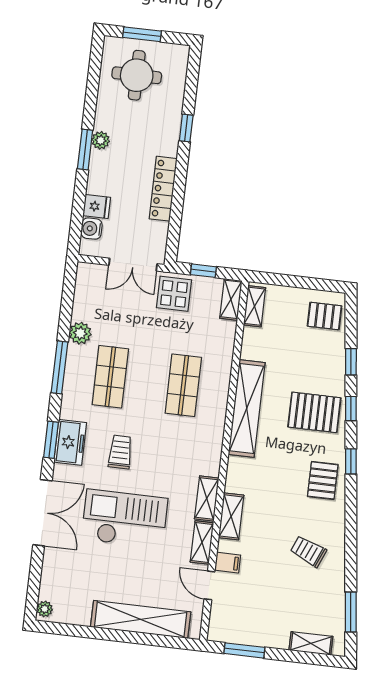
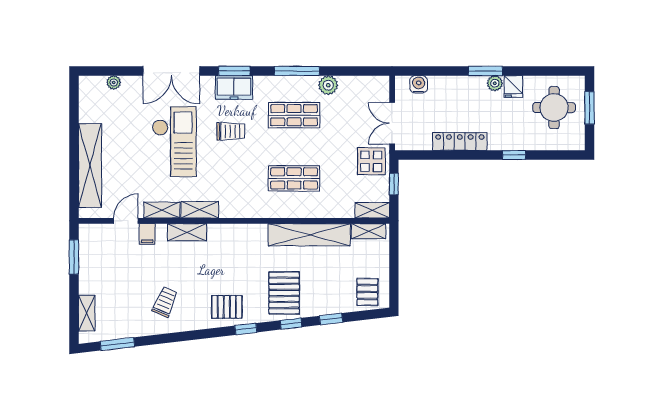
fridge: (97, 206) -> (513, 86), moved
shelving: (247, 408) -> (309, 235), moved
plant: (45, 609) -> (114, 82), moved

